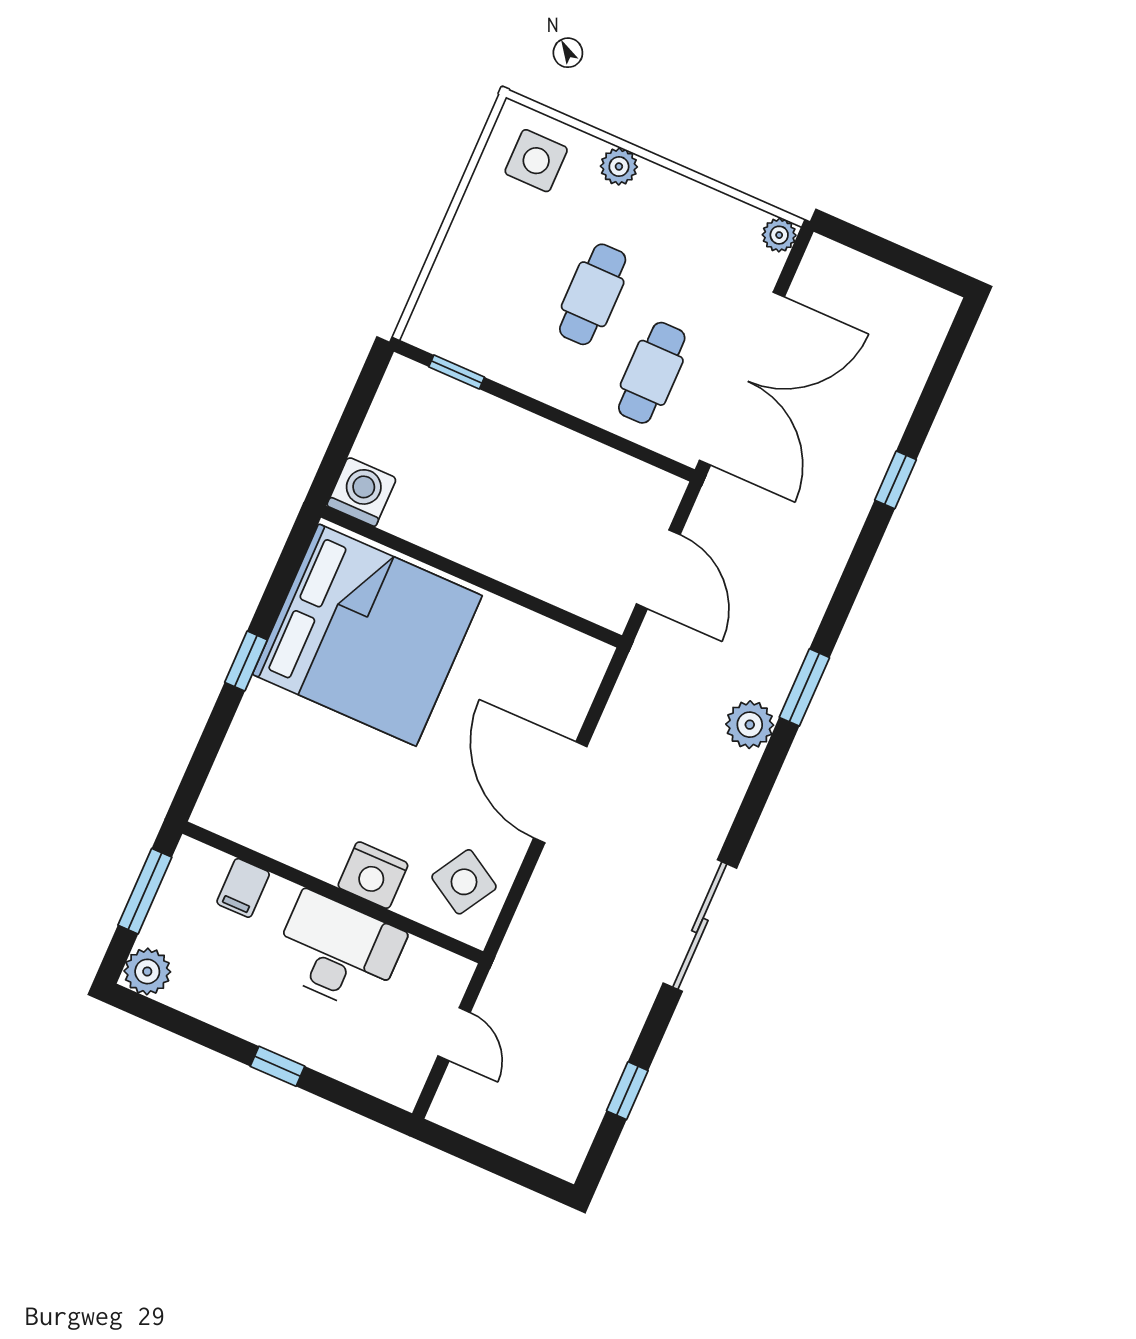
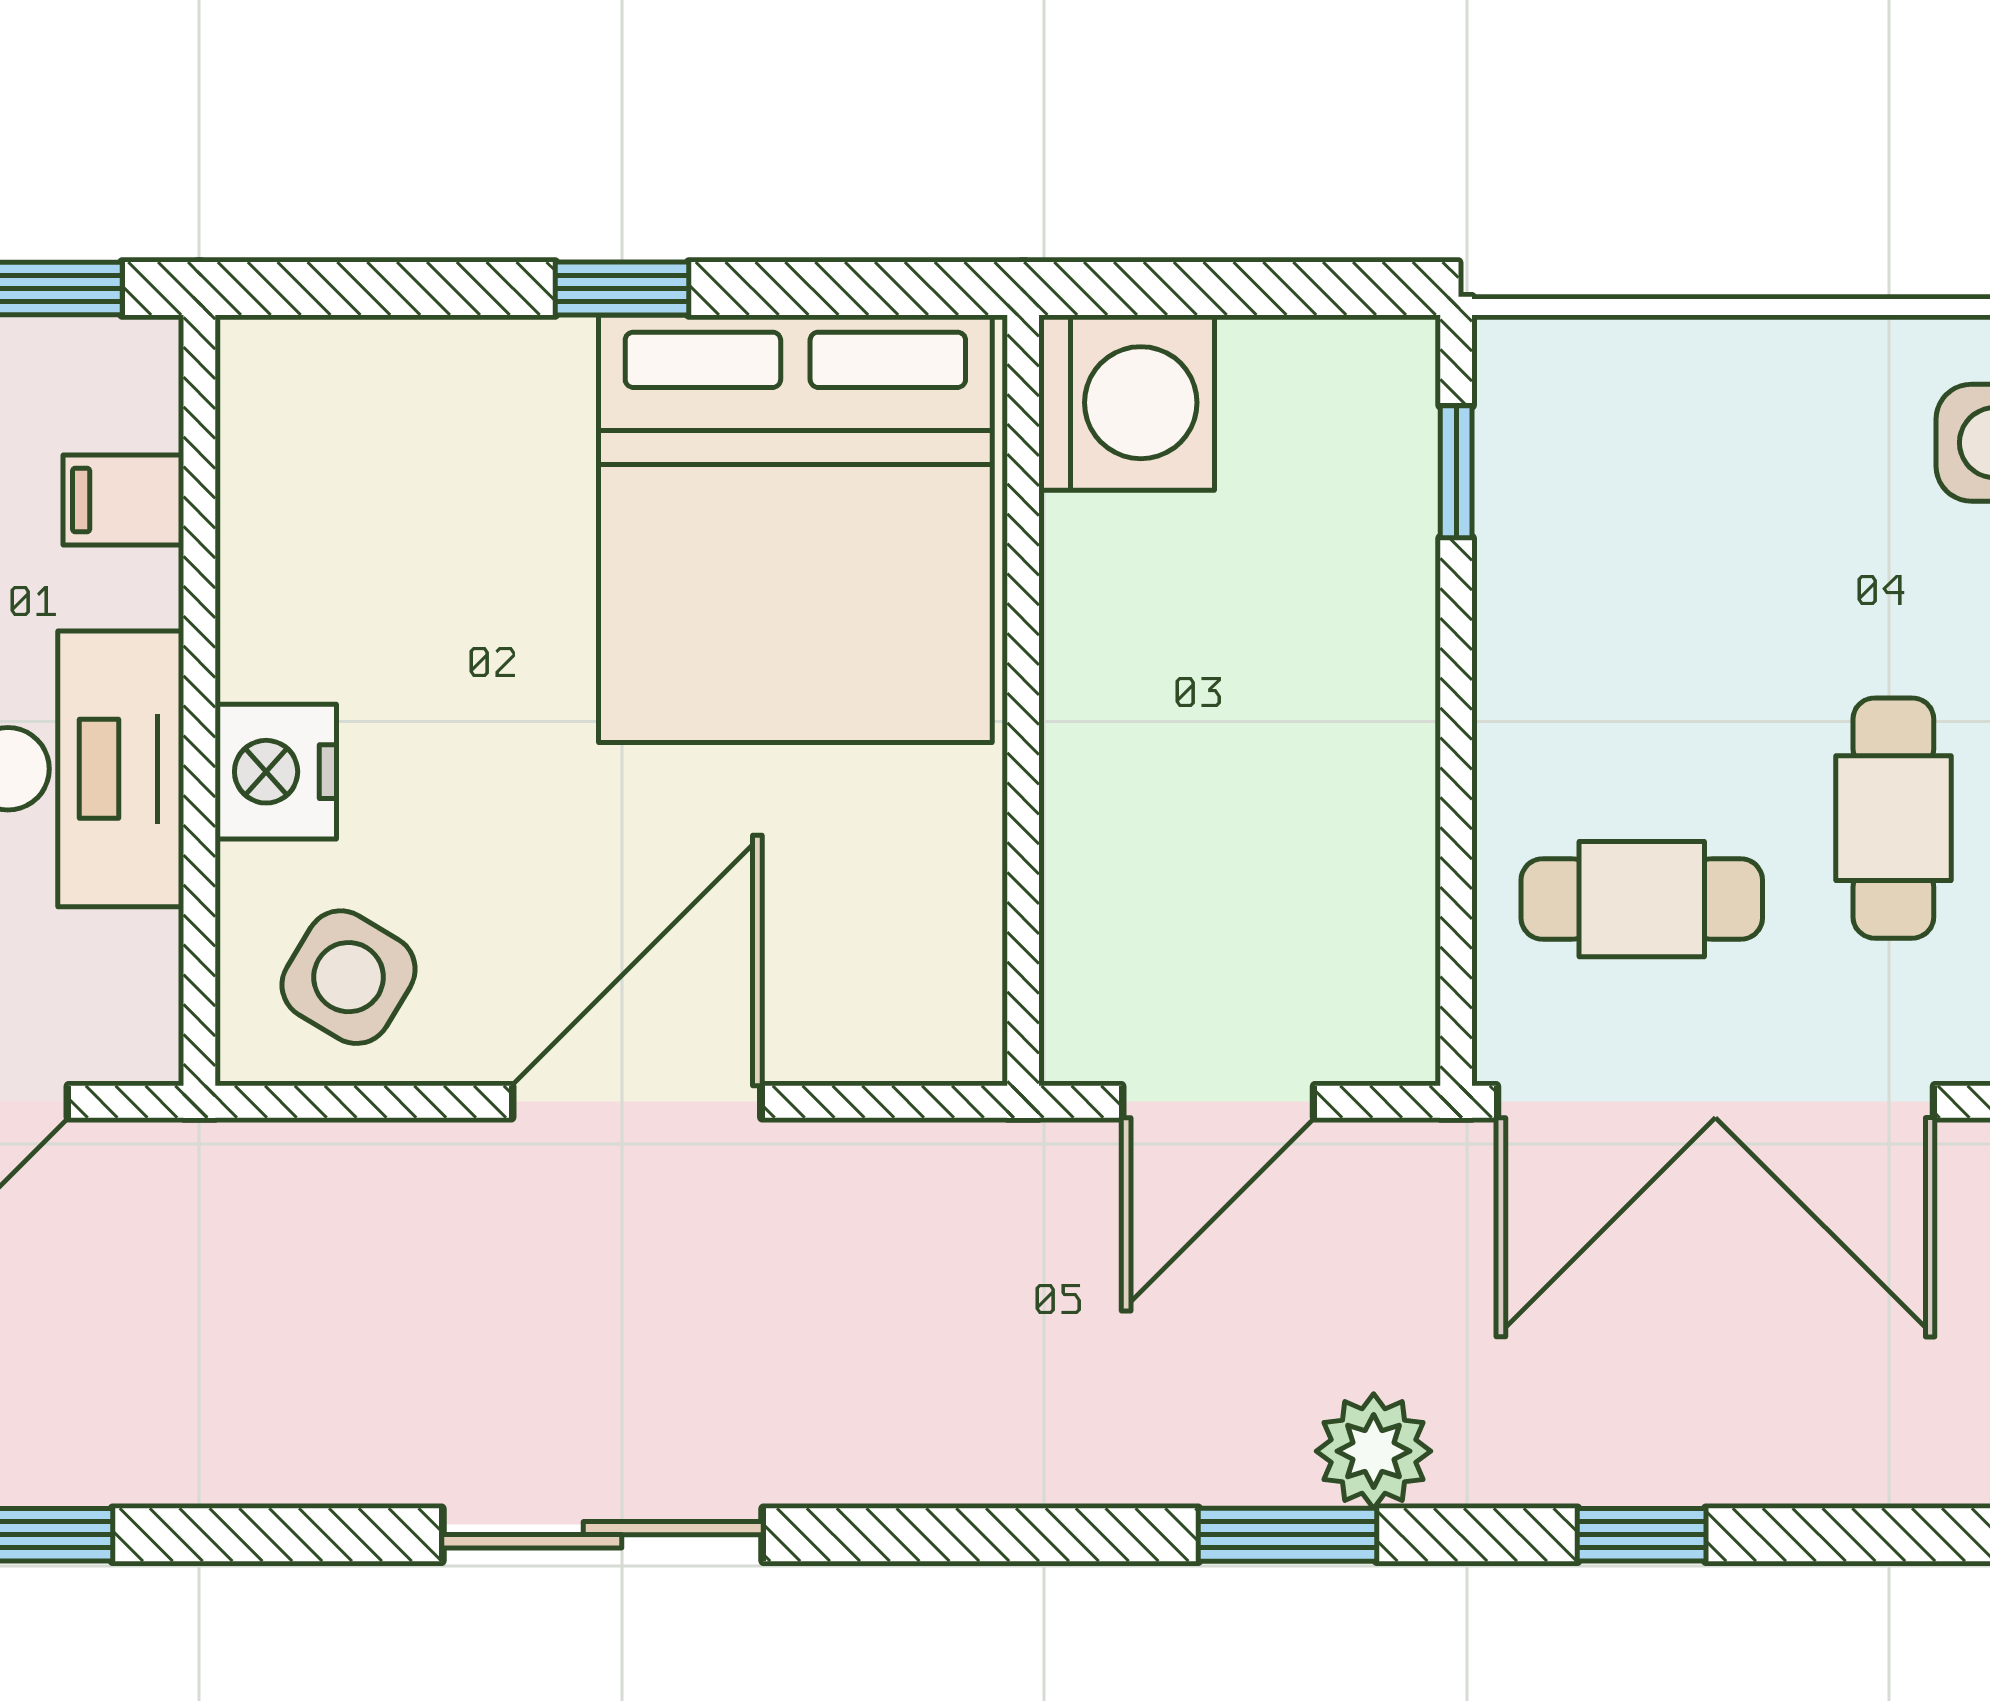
cafe table: (593, 294) -> (1893, 818), moved, turned 90
washing machine: (362, 492) -> (1127, 403), width x1.37, depth x1.37
window: (804, 687) -> (1288, 1535), moved
plant: (750, 725) -> (1374, 1451), moved
sliding door: (700, 926) -> (602, 1535), moved

